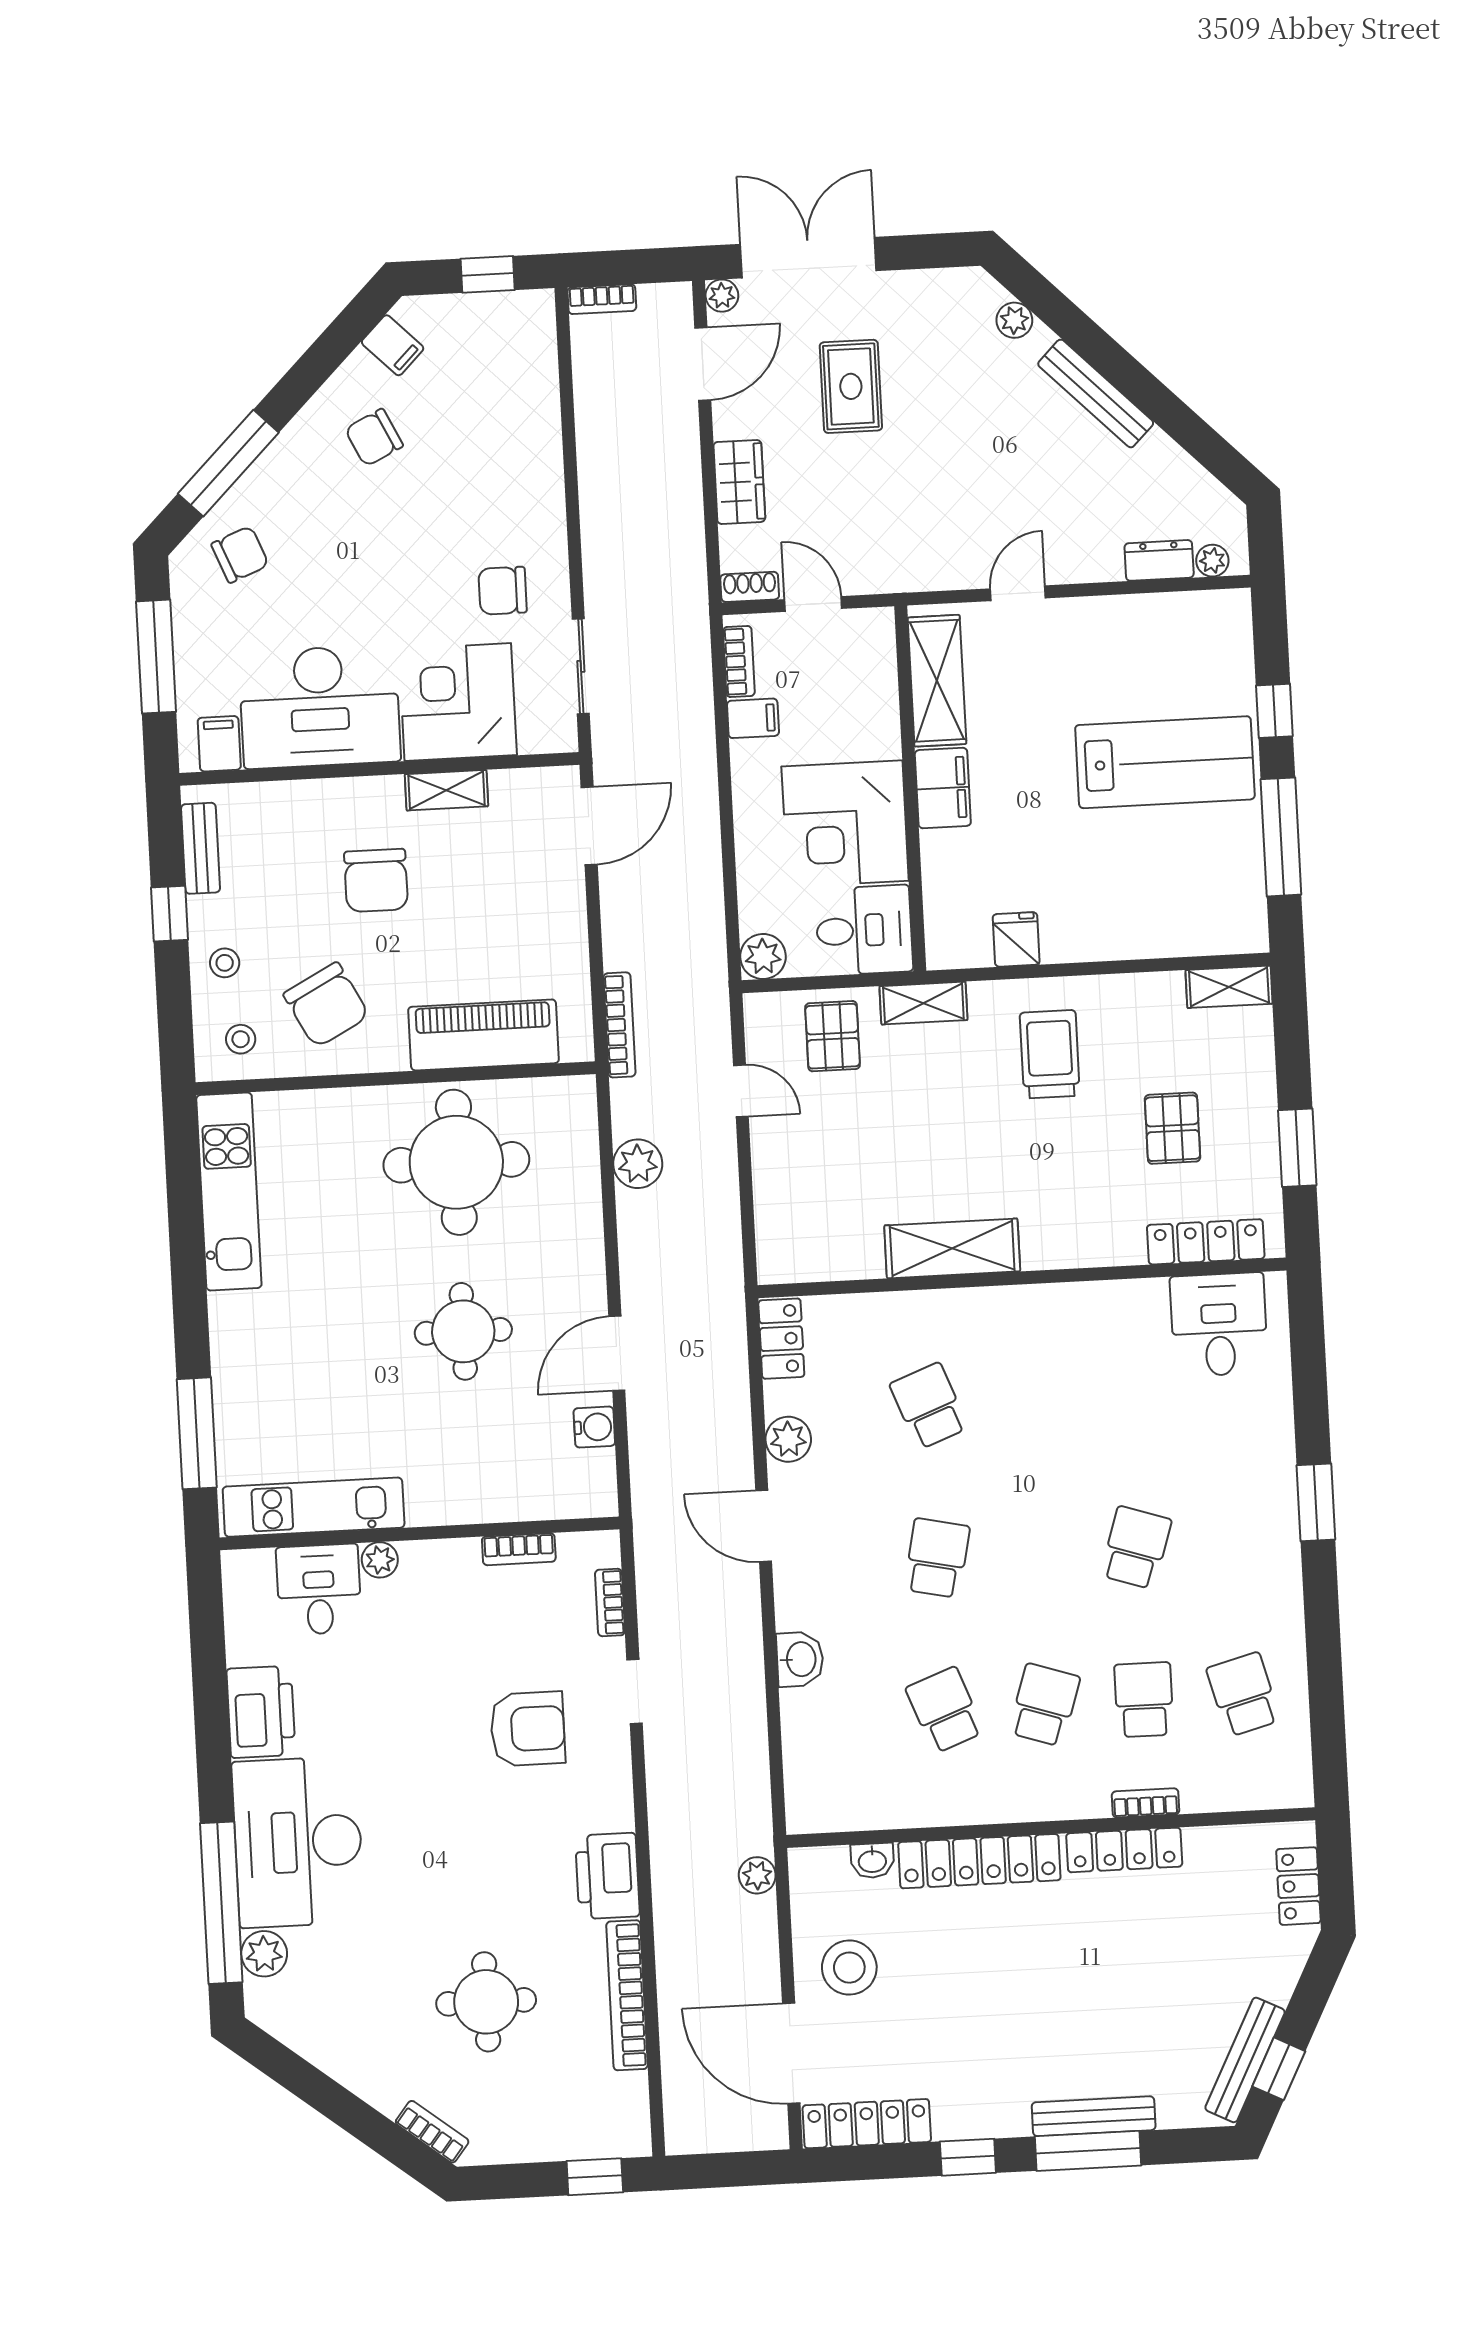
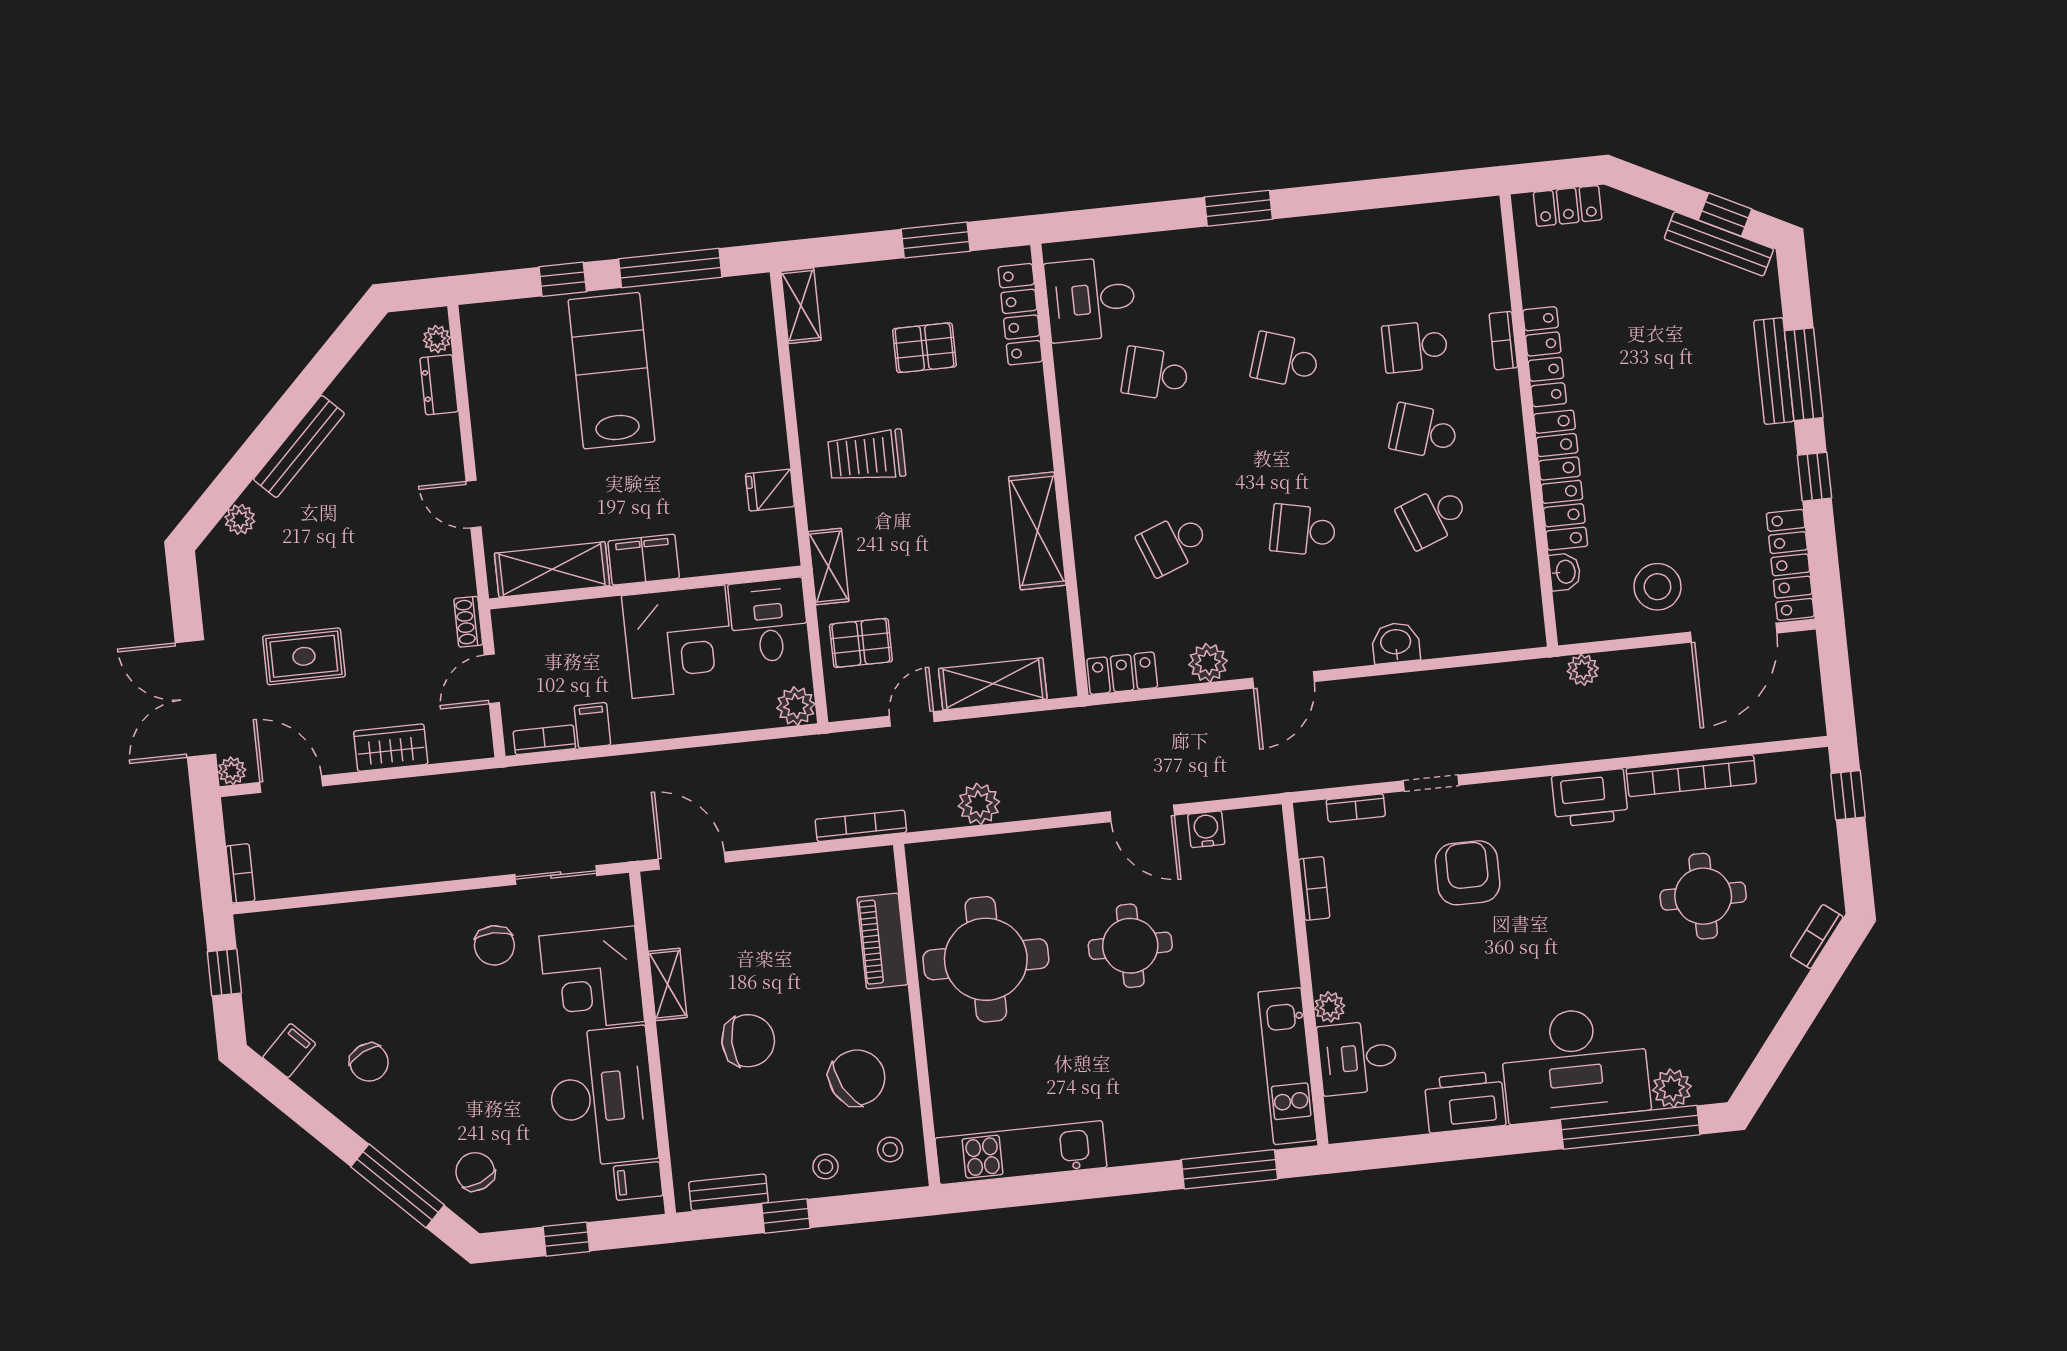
shoe rack: (750, 587) -> (468, 622), moved
window: (156, 657) -> (566, 1239), width x0.46
piano: (484, 1035) -> (882, 941), width x0.73, depth x0.75
shelving: (777, 1187) -> (993, 684), added
school desk: (1243, 1694) -> (1155, 374), moved, turned 30

